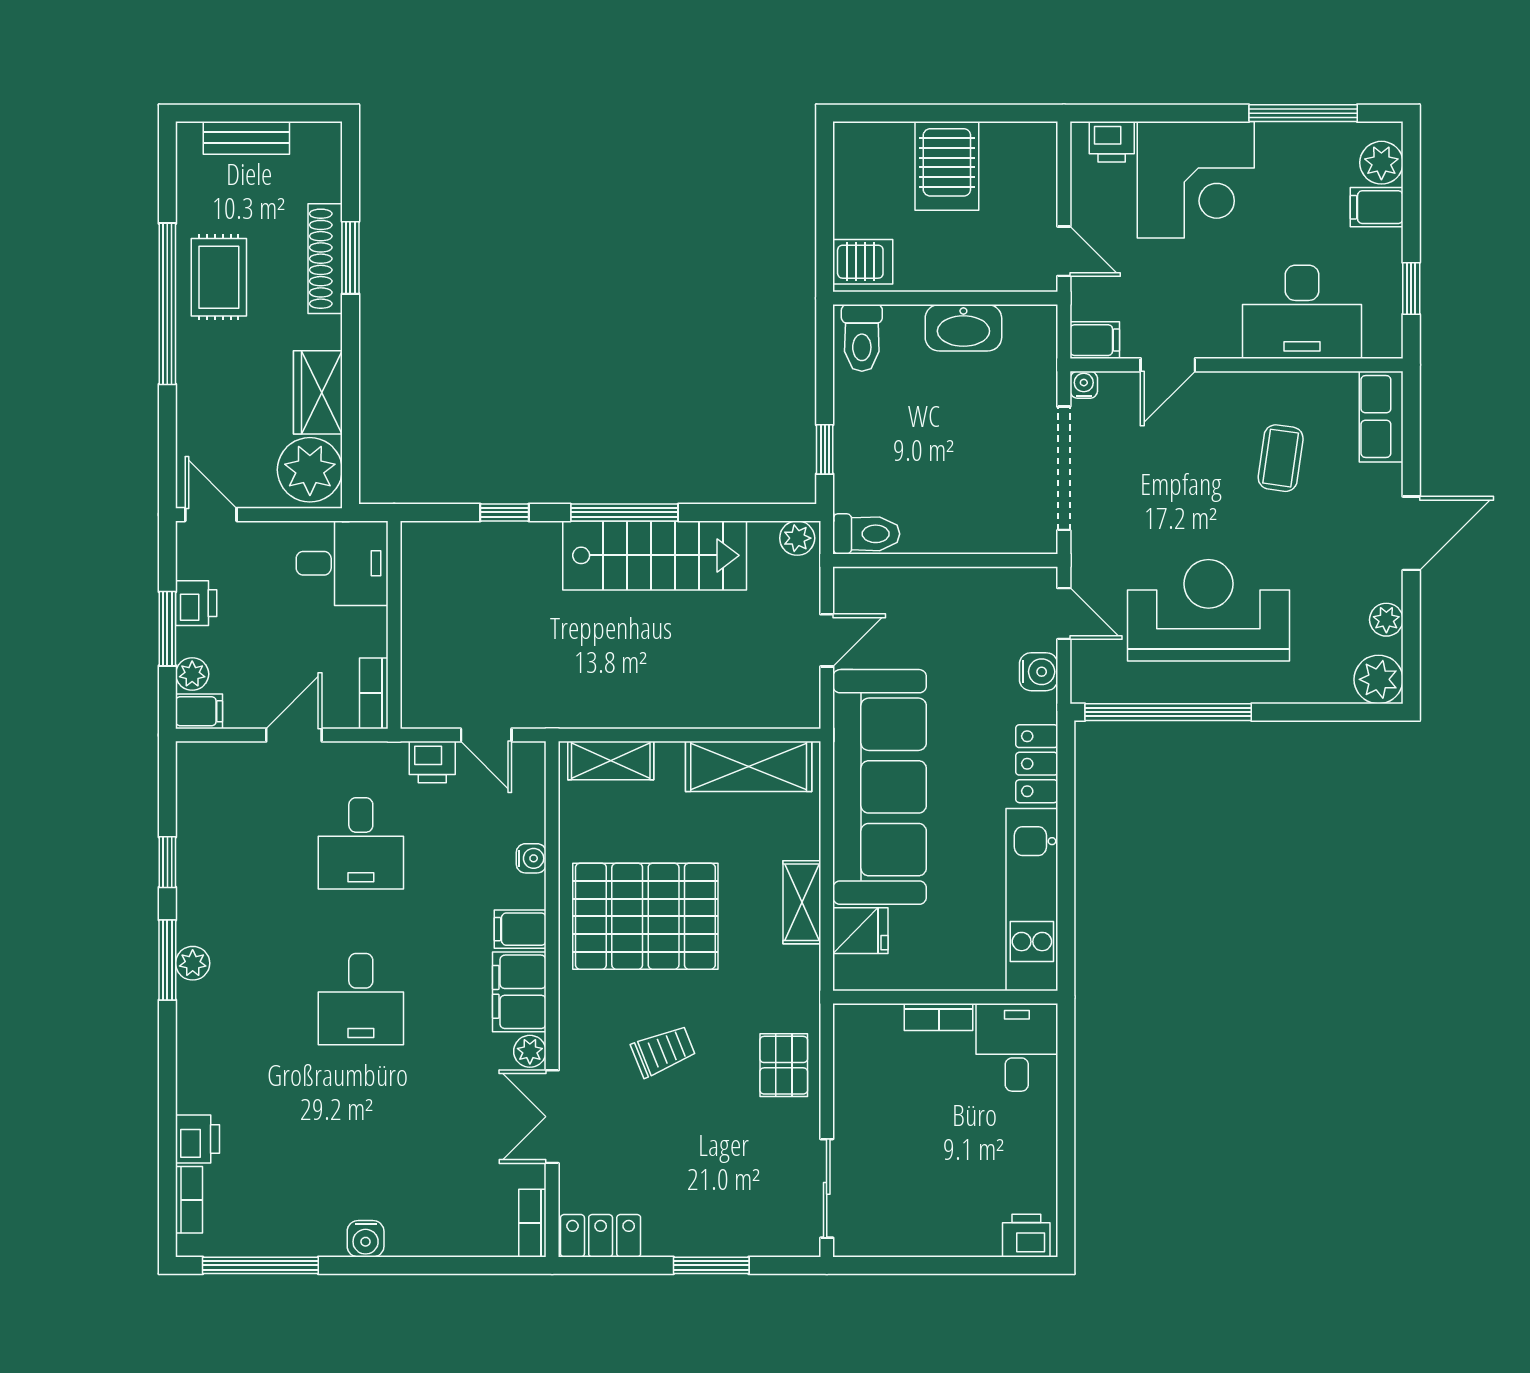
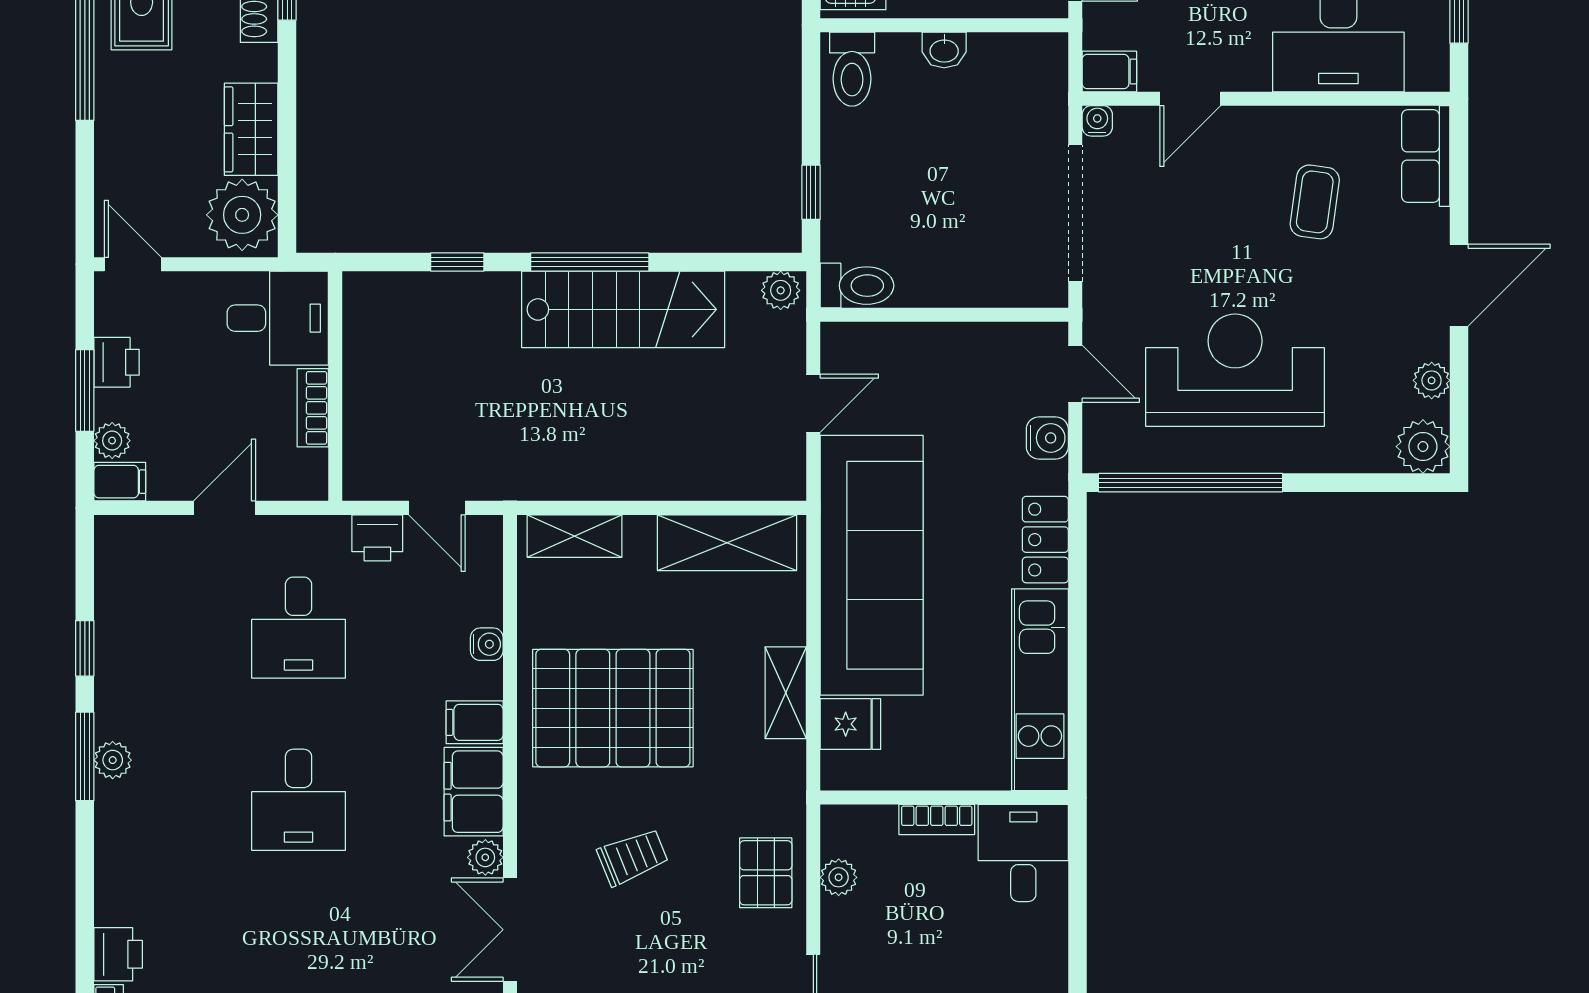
washbasin: (963, 328) -> (944, 50), width x0.52, depth x0.69
bookcase: (374, 693) -> (313, 408), moved
plant: (850, 1069) -> (839, 877), added

